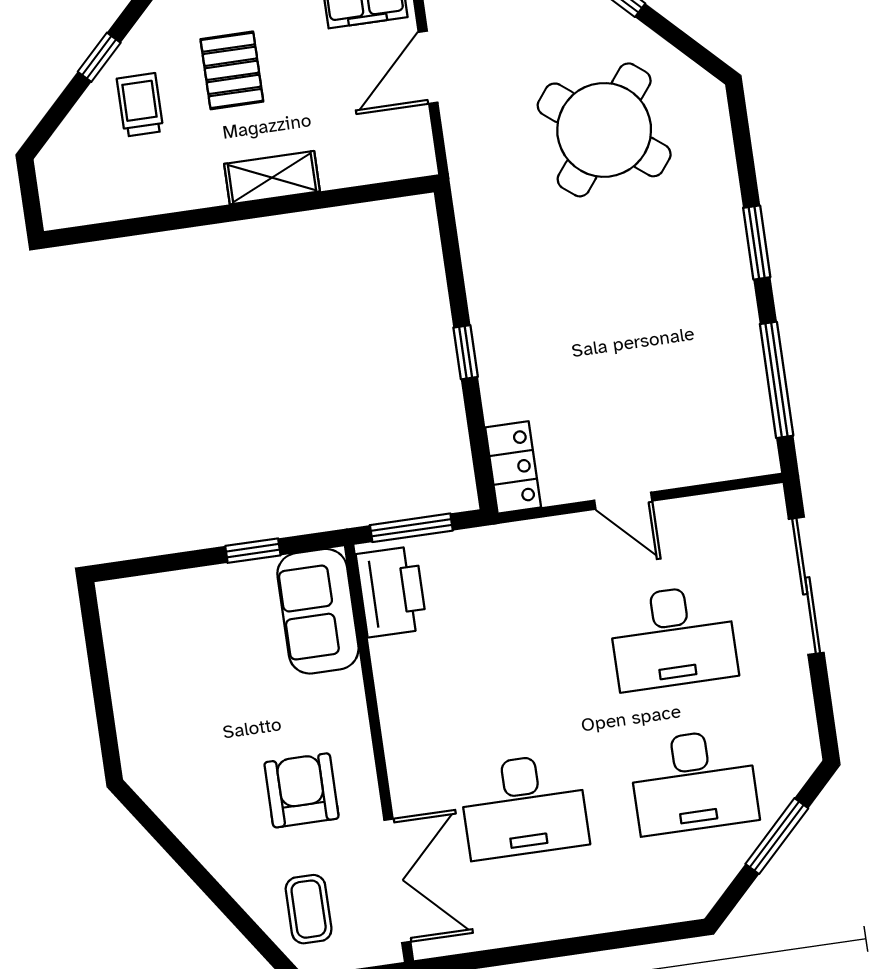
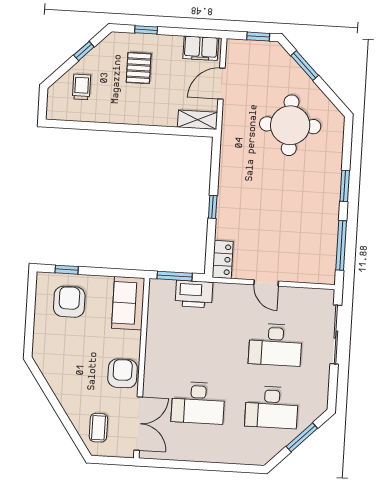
trolley: (140, 105) -> (82, 87), moved
round table: (604, 130) -> (290, 125), turned -38
shelving: (272, 178) -> (198, 120), moved
window: (253, 551) -> (67, 270), moved
printer: (392, 592) -> (194, 294), moved, turned 90
armchair: (183, 636) -> (69, 302), added
armchair: (302, 790) -> (122, 373), moved

